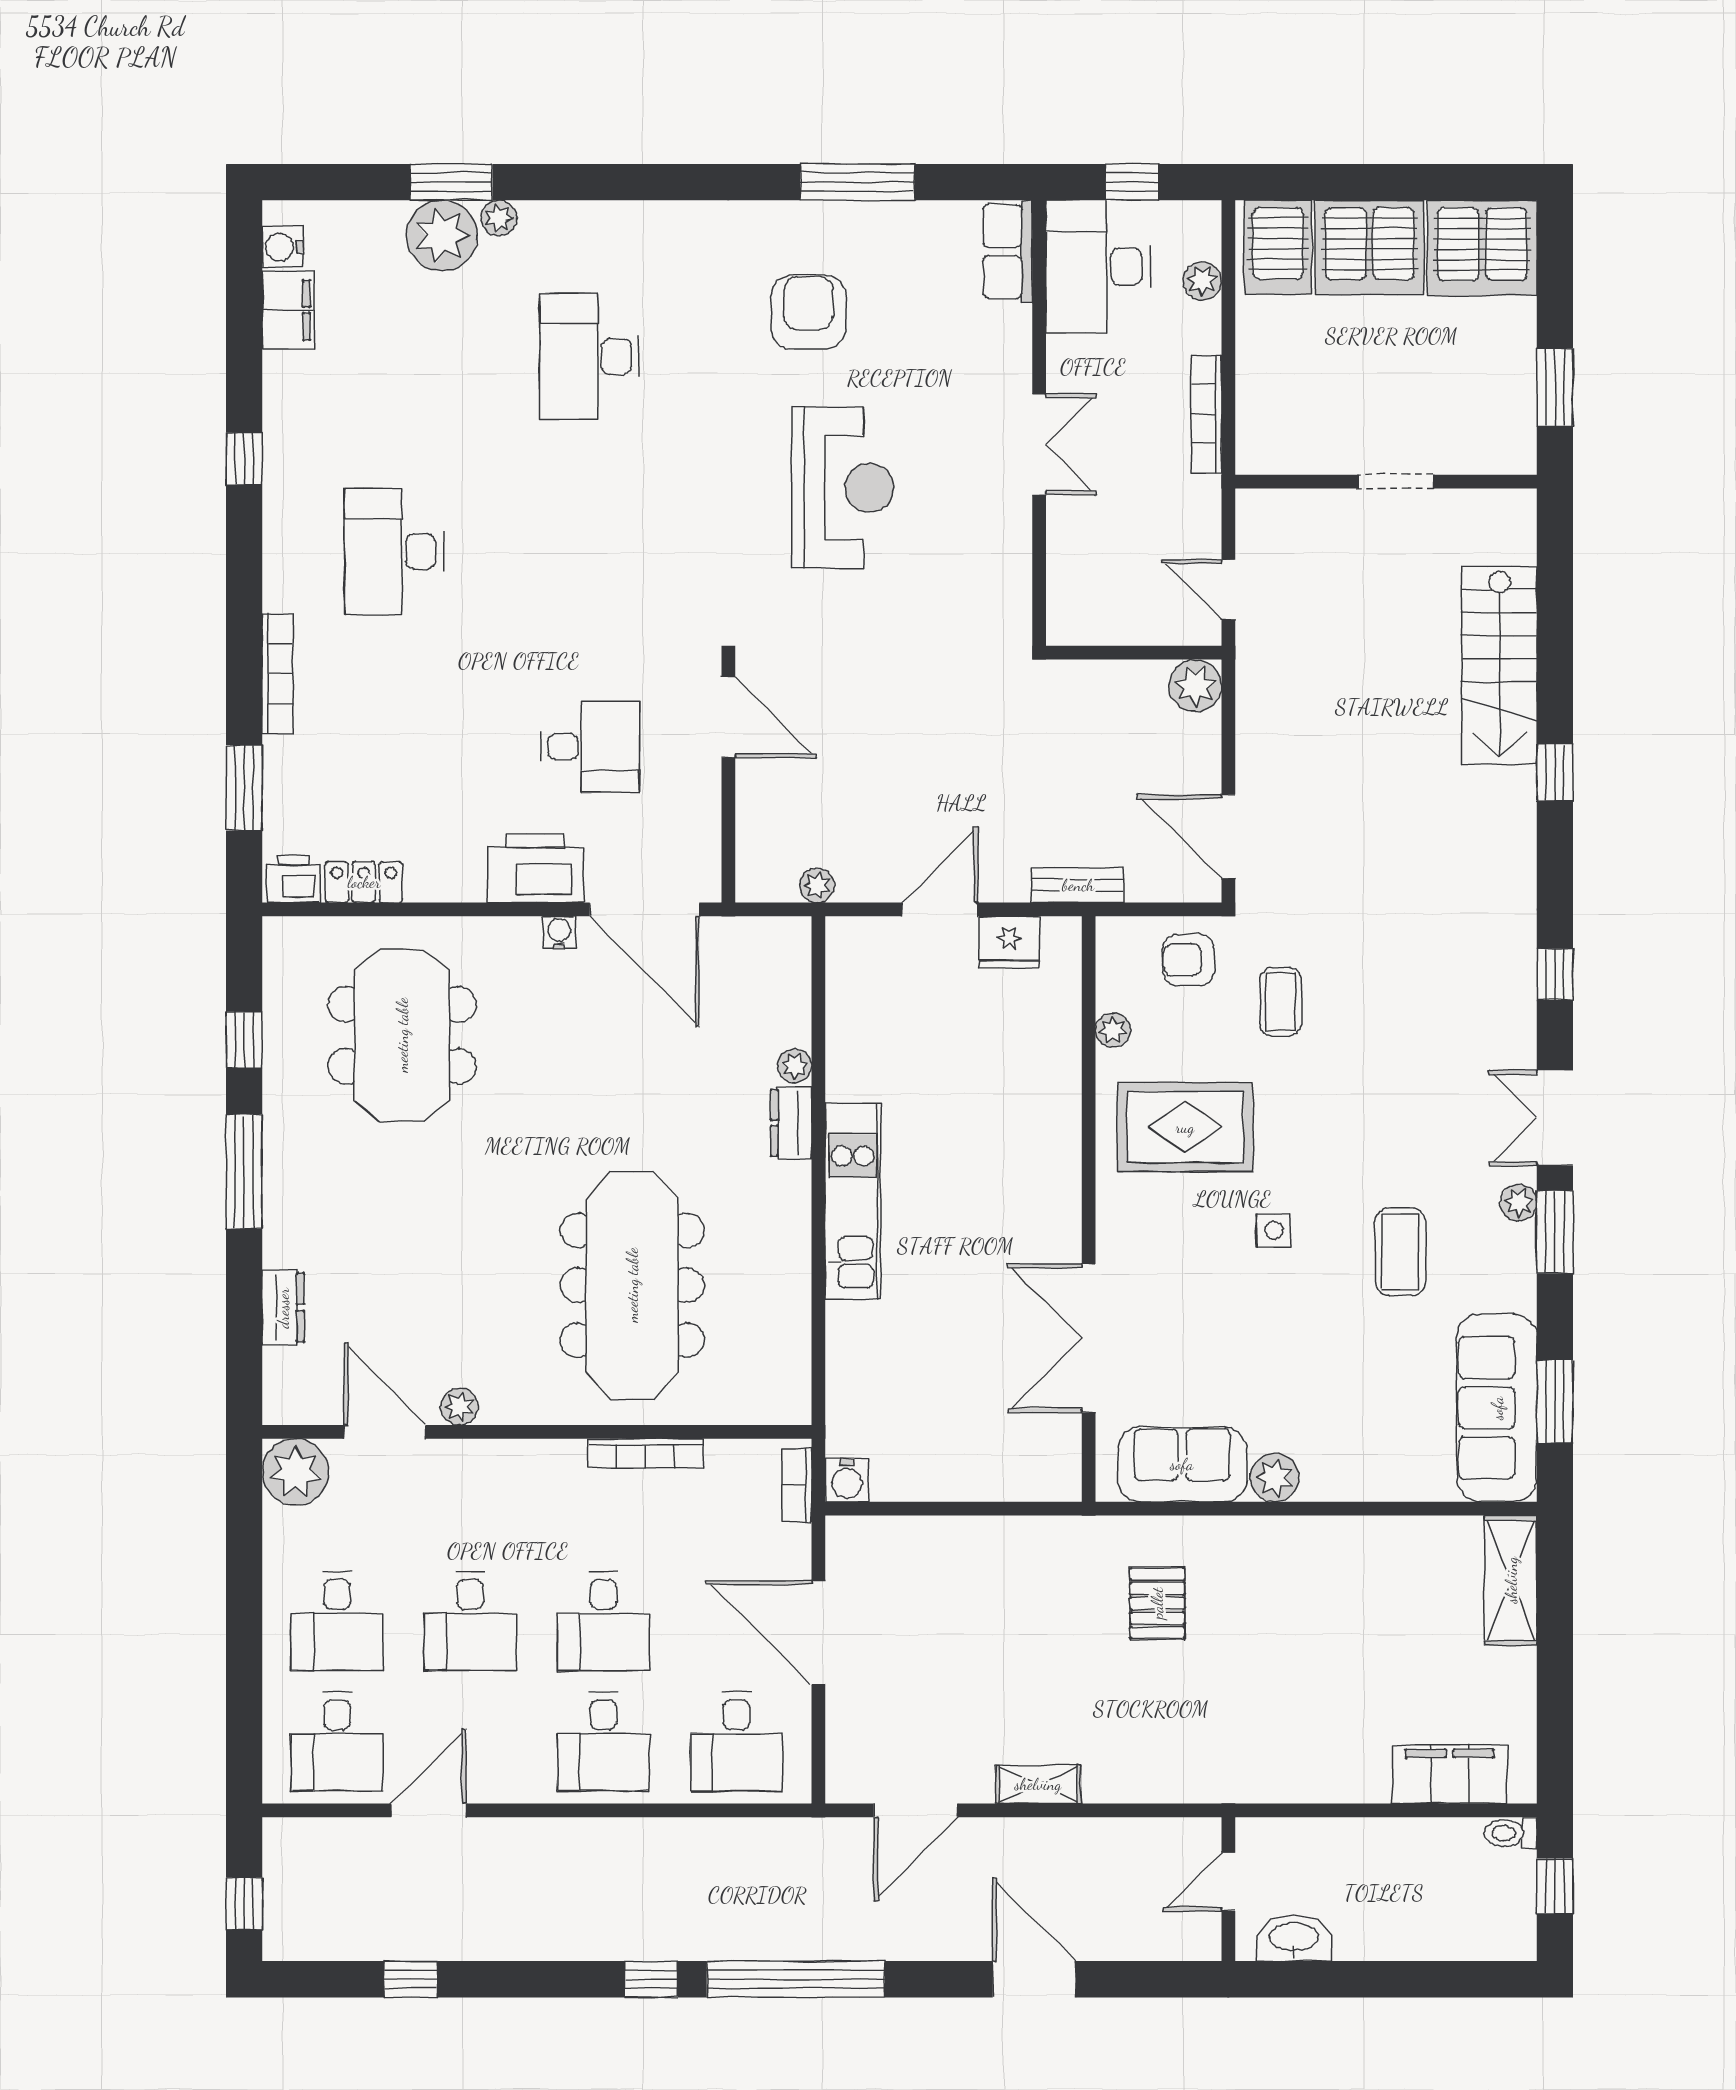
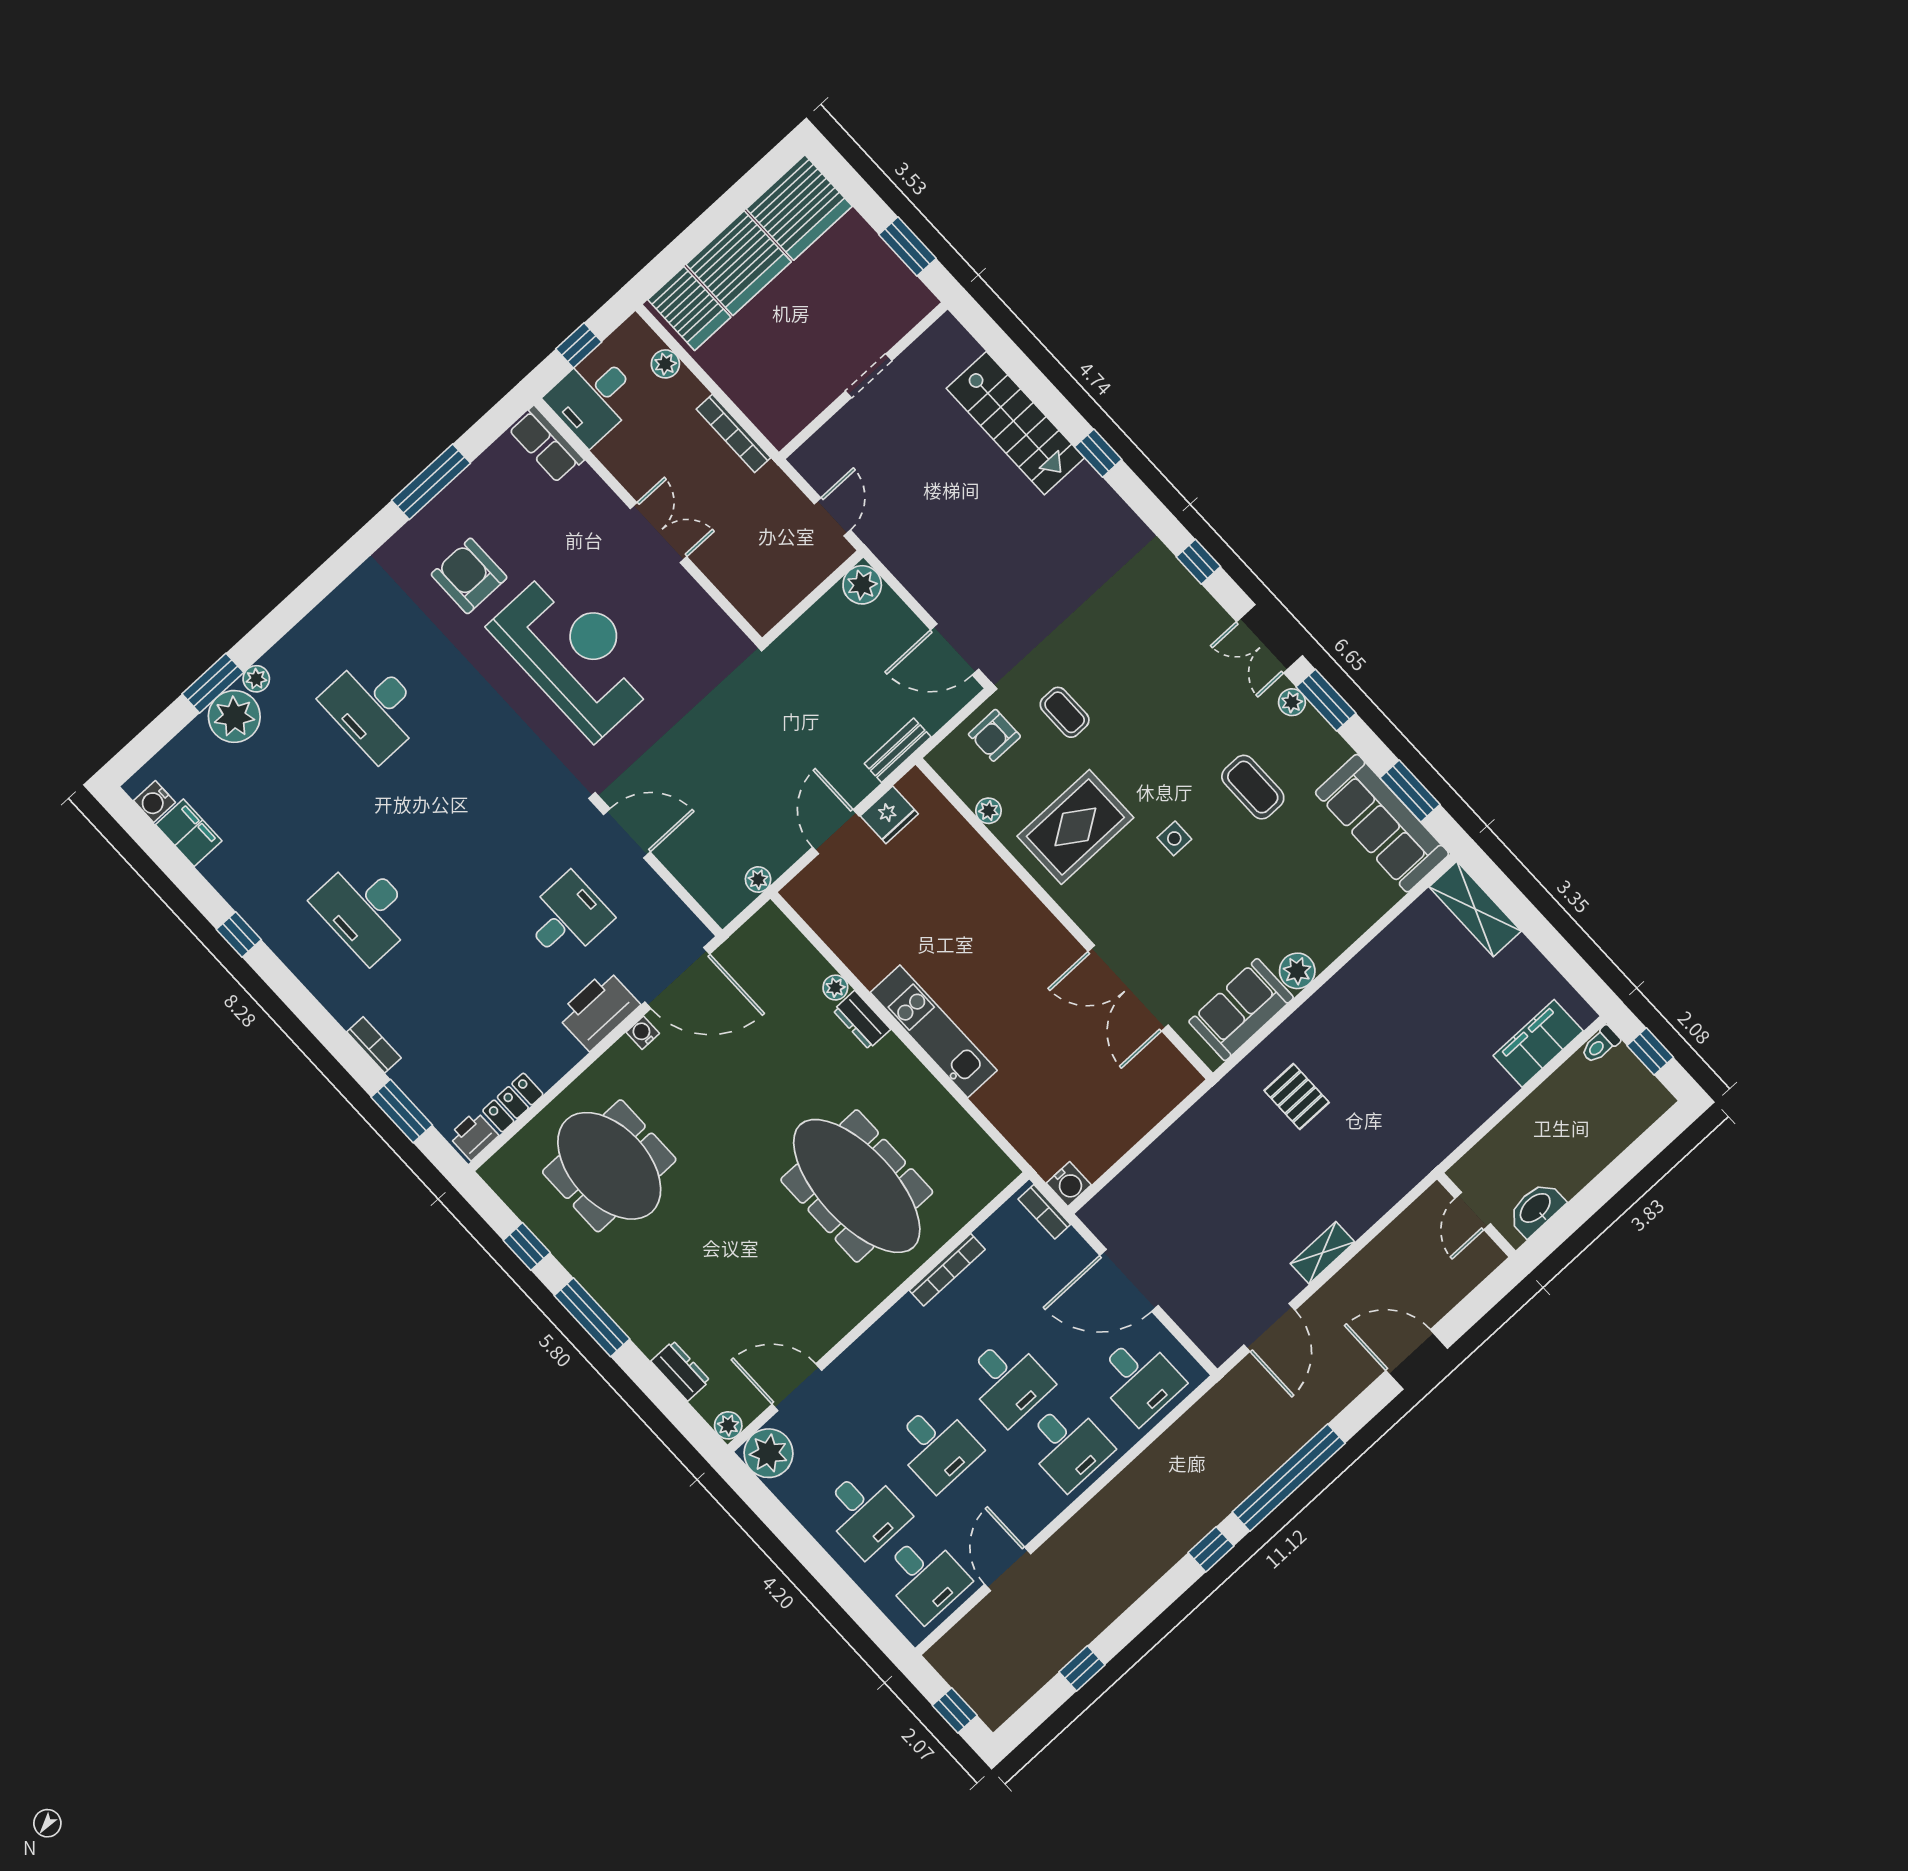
desk: (1098, 267) -> (593, 398), width x0.73
reception desk: (843, 488) -> (575, 653), width x1.36, depth x1.30
door: (1228, 590) -> (832, 517), swing flipped
bookcase: (278, 674) -> (374, 1045), width x0.64
plant: (459, 1407) -> (728, 1425), moved

